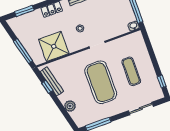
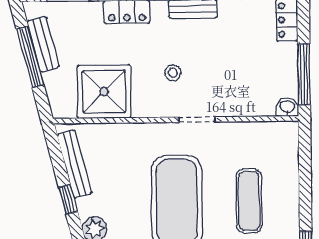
bench: (21, 35) -> (43, 44), added
window: (23, 51) -> (30, 57), moved
window: (47, 87) -> (68, 200), moved

